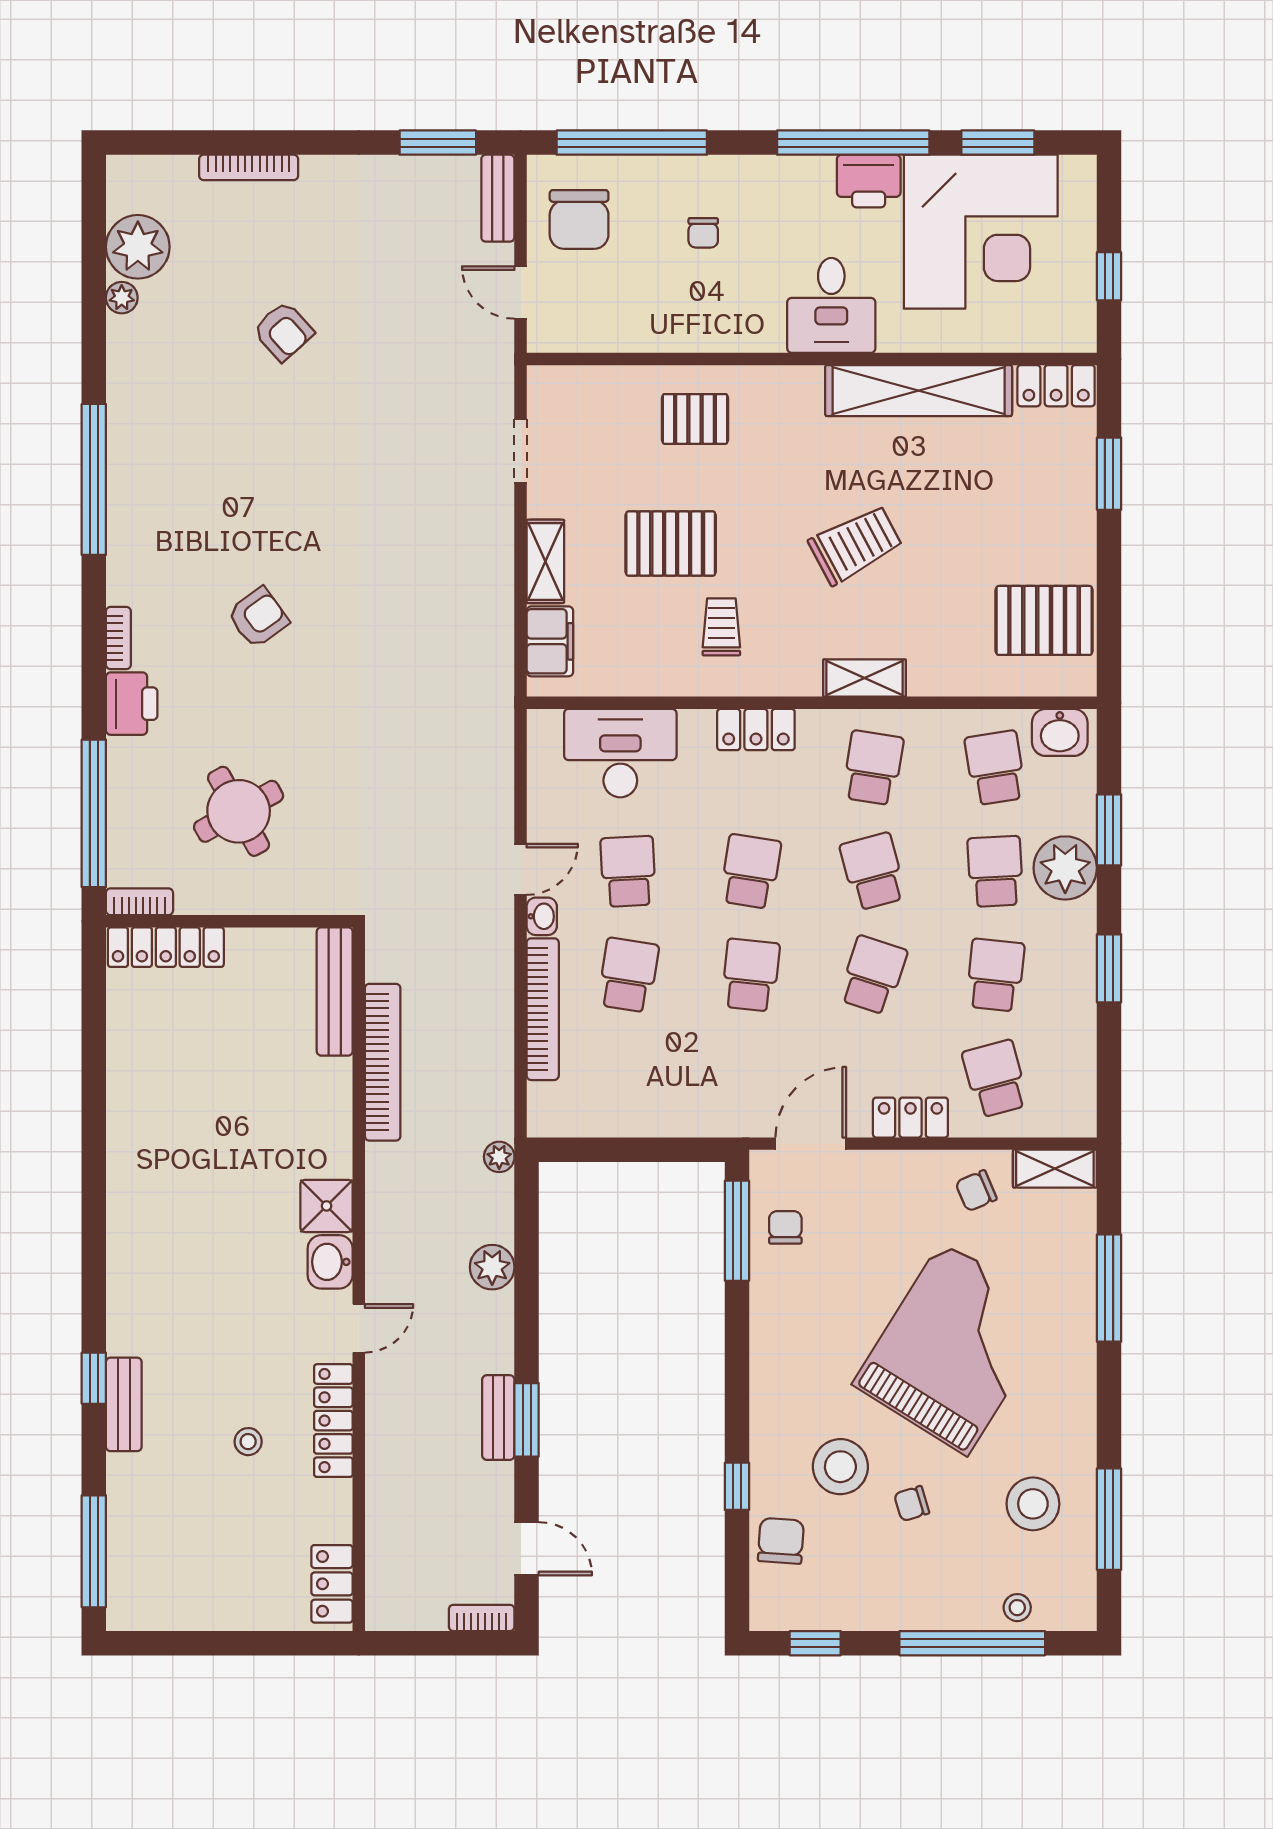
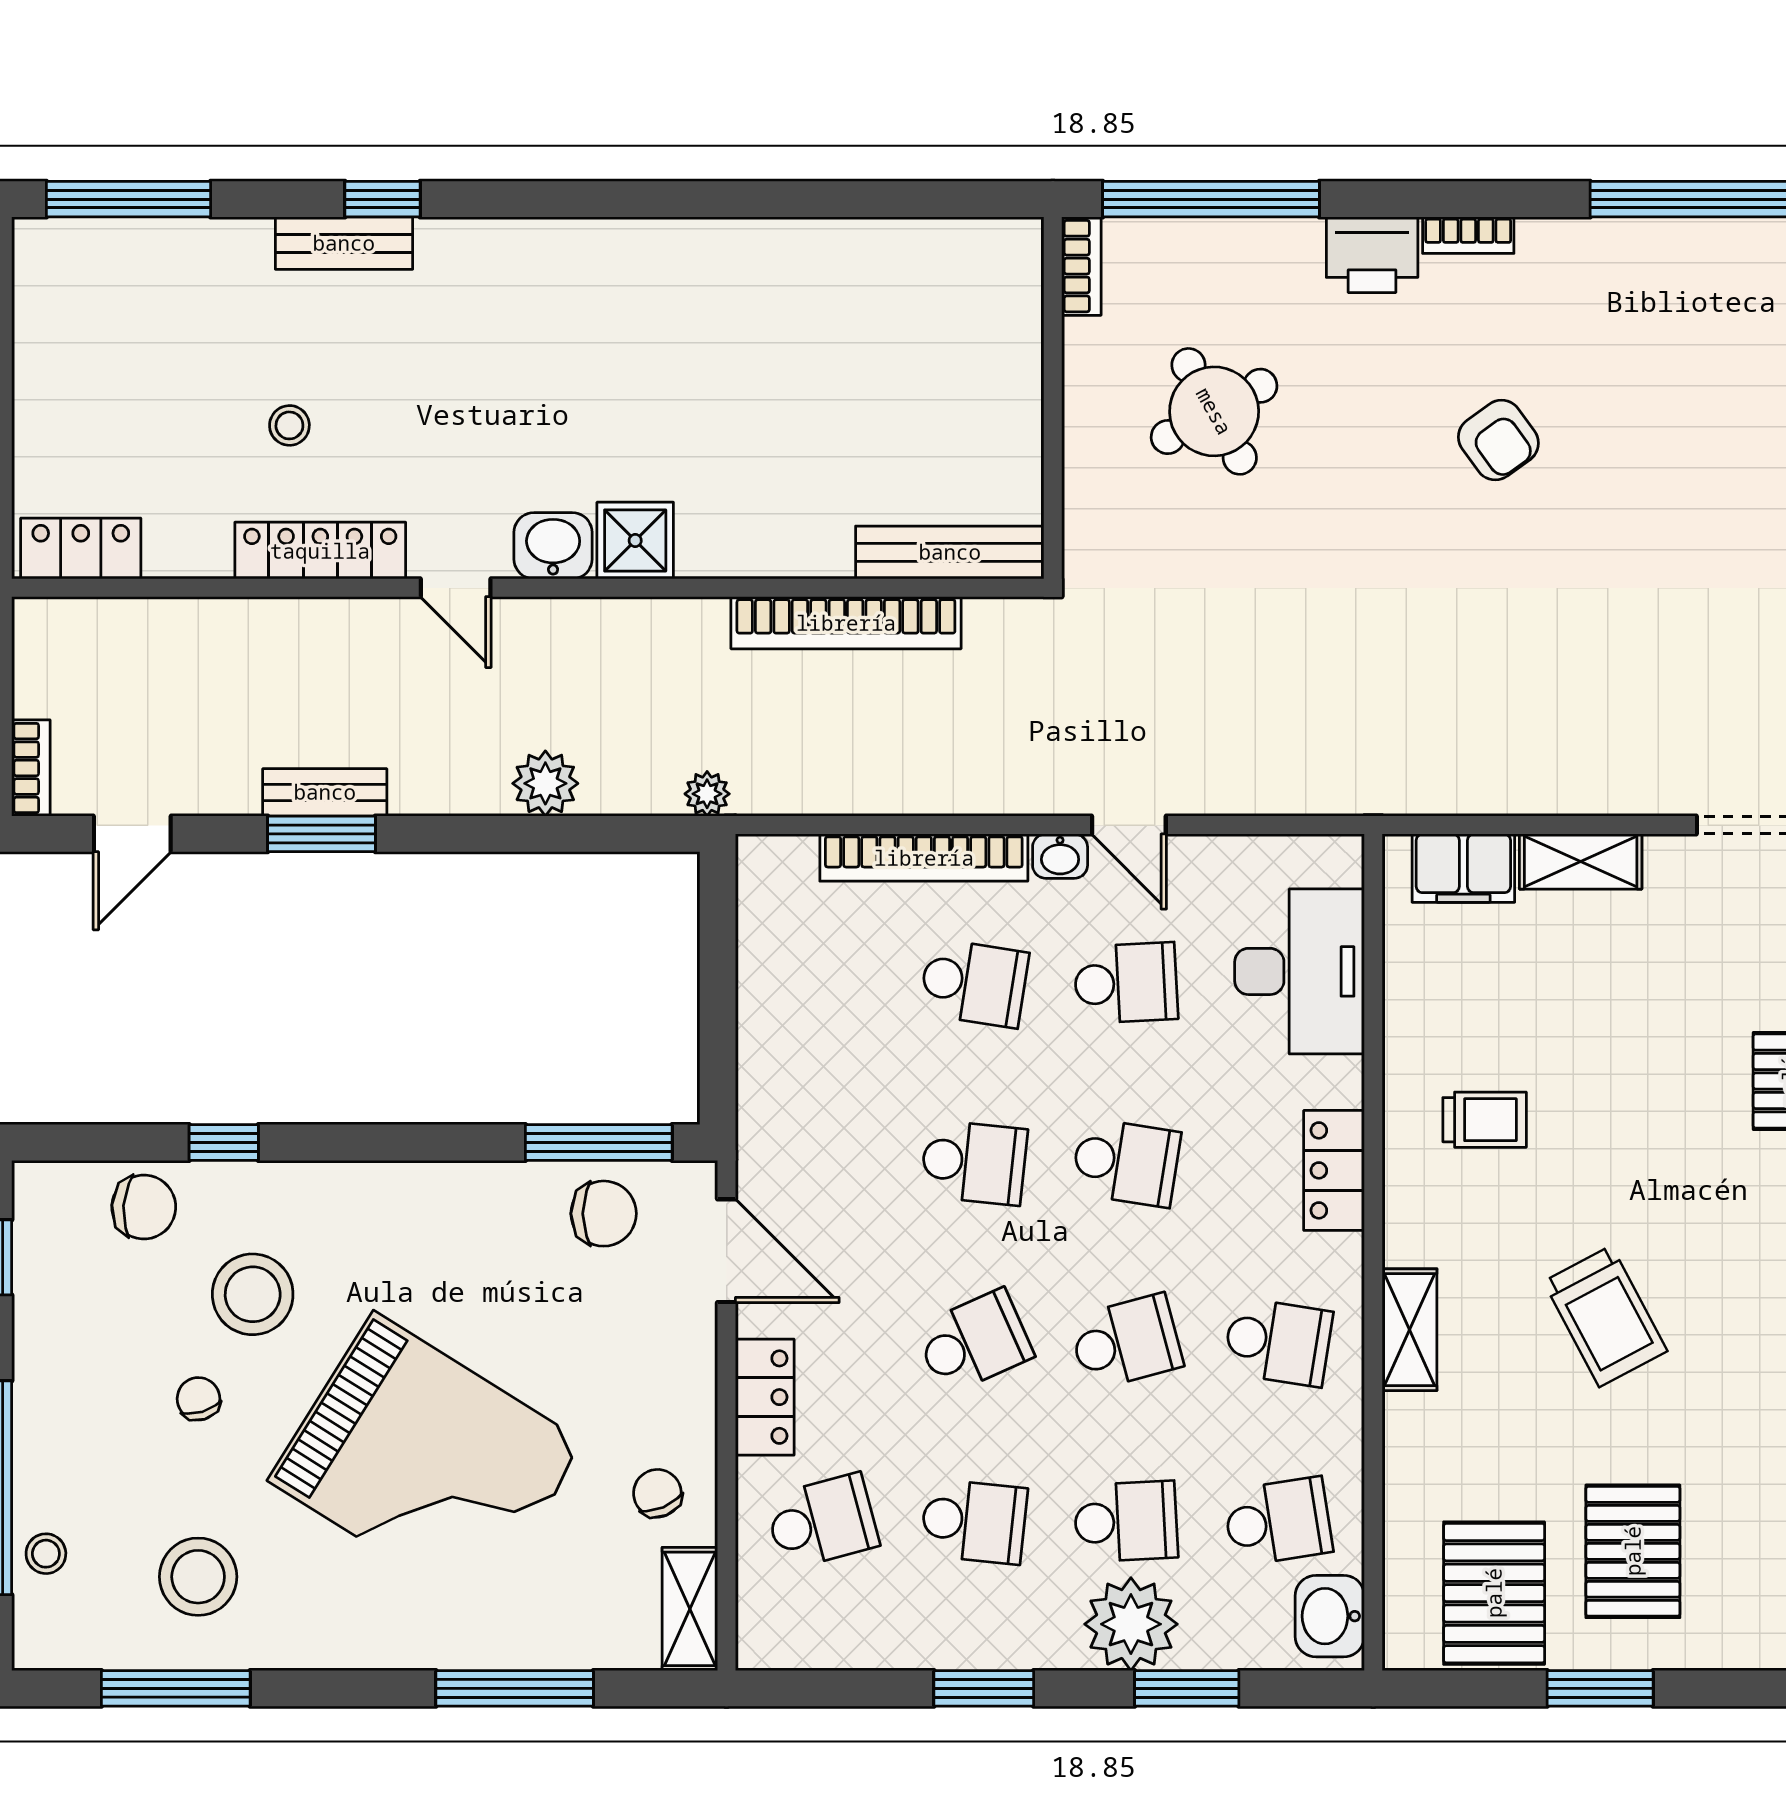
window: (1109, 474) -> (1600, 1688), moved
pallet: (671, 544) -> (1633, 1551), moved
locker: (166, 947) -> (1015, 305), removed
school desk: (873, 975) -> (974, 1342), turned -42
chair: (785, 1227) -> (604, 1214), width x1.37, depth x1.37

